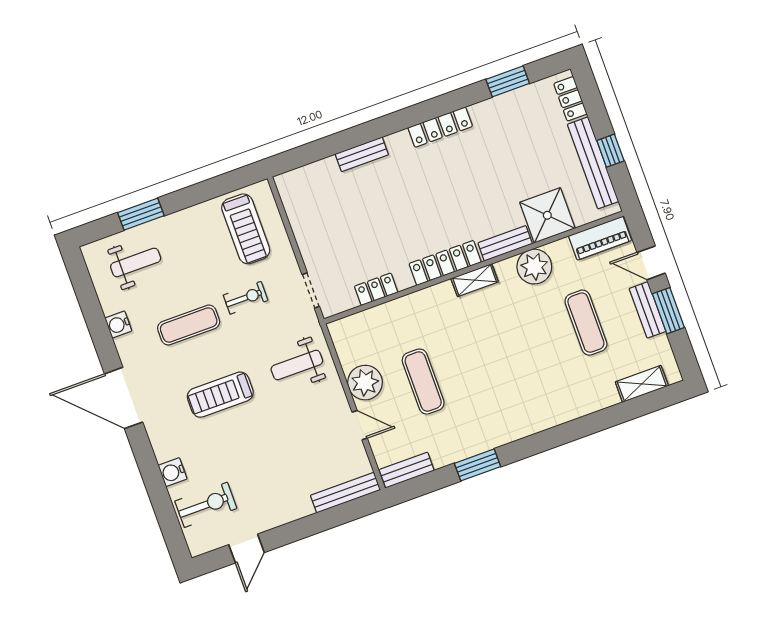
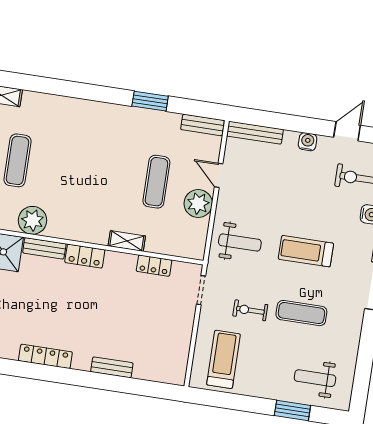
locker: (445, 263) -> (85, 256), width x0.66
shelving: (475, 280) -> (127, 241), moved
water cooler: (118, 324) -> (308, 142), moved, turned -90
treadmill: (220, 395) -> (306, 251), turned 180

